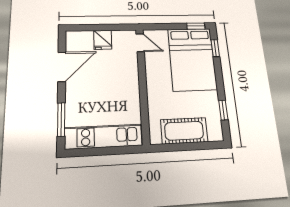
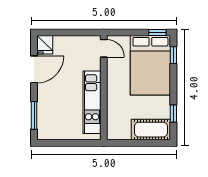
fridge: (103, 40) -> (45, 45), moved
cot: (184, 131) -> (151, 130), moved
kitchen unit: (103, 137) -> (92, 102), moved, turned -90

